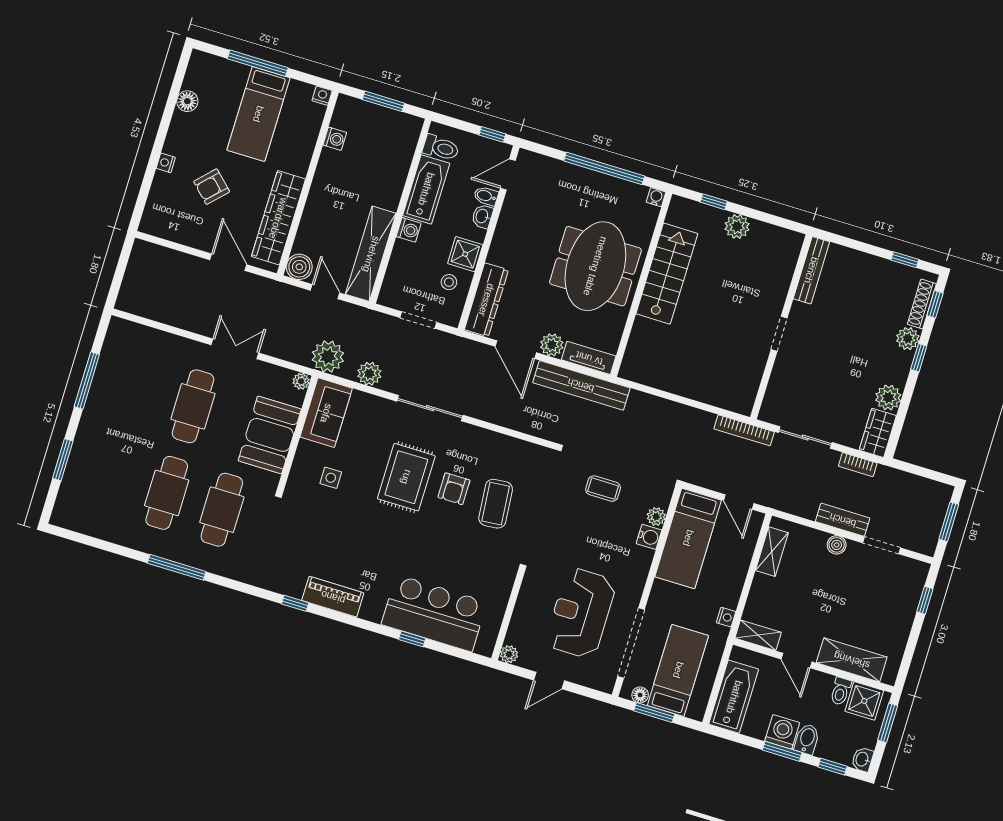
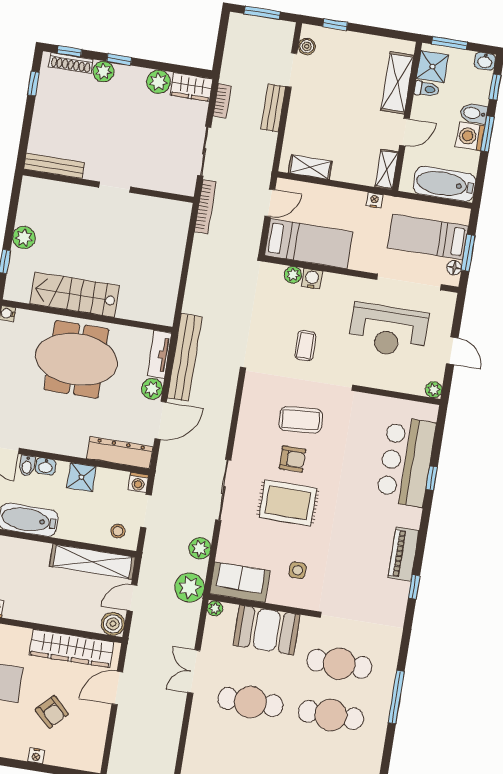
washing machine: (409, 230) -> (138, 483), moved, turned 180
stool: (449, 282) -> (118, 531), moved
coffee table: (603, 489) -> (305, 346), moved
boiler: (837, 545) -> (307, 46), moved

